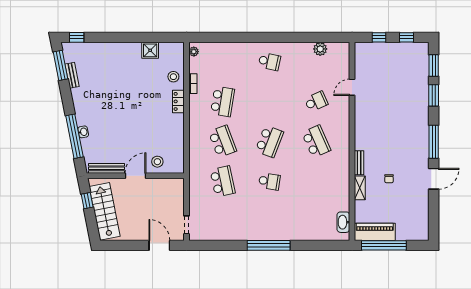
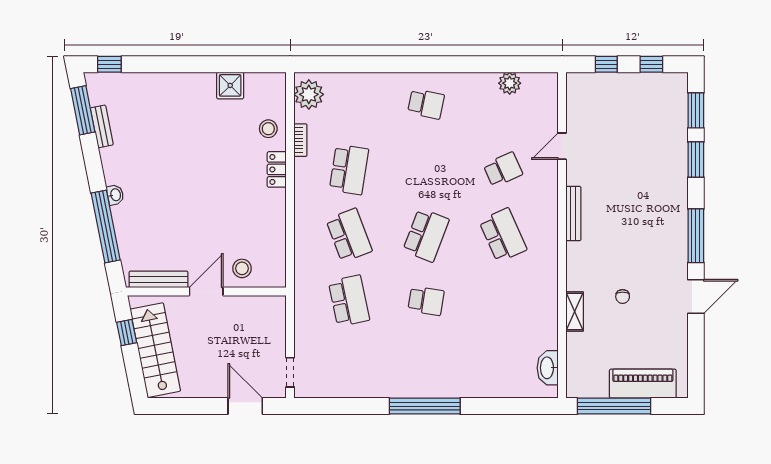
plant: (194, 52) -> (309, 94), width x1.88, depth x1.88
washbasin: (83, 132) -> (115, 195), moved
bench: (359, 163) -> (573, 213), moved, width x1.36
piano: (375, 232) -> (643, 384), moved

